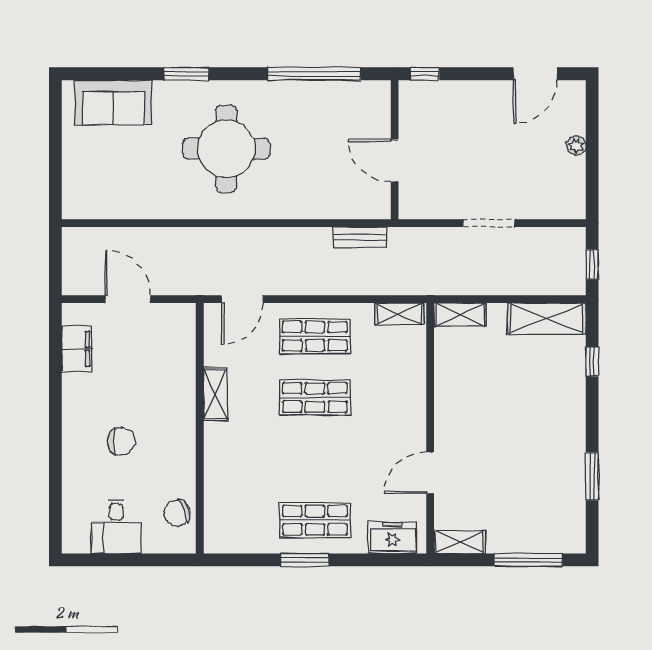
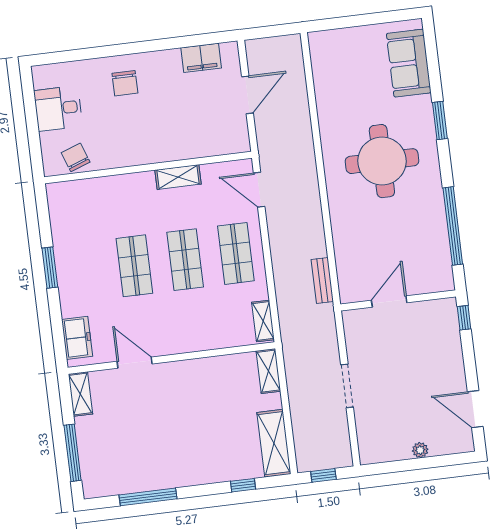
chair: (121, 441) -> (125, 83), moved
window: (592, 476) -> (148, 497), width x1.44
shop shelf: (315, 520) -> (134, 266), moved

